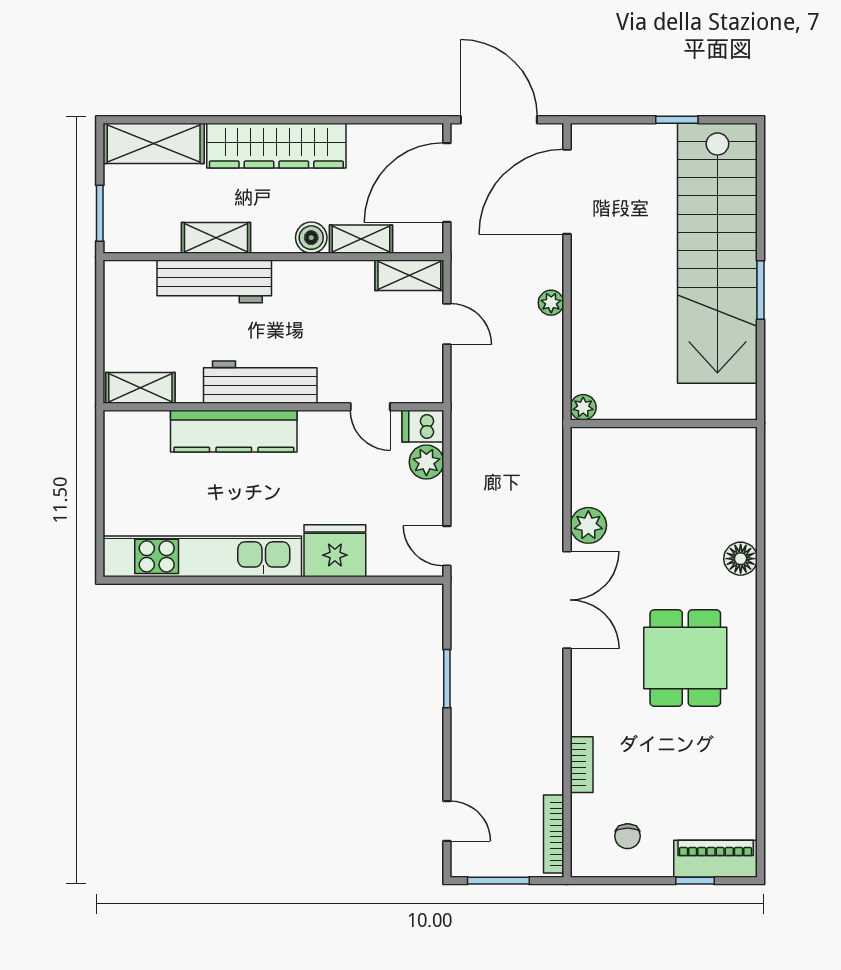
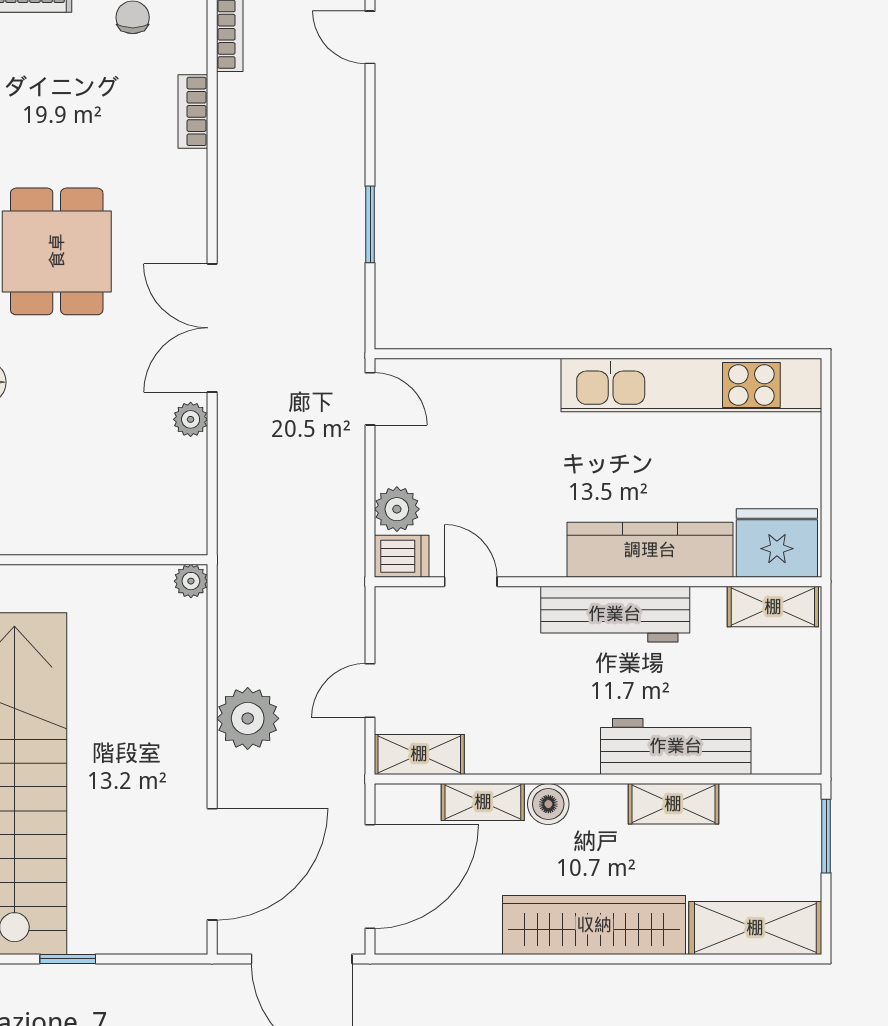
plant: (551, 303) -> (248, 718), width x1.88, depth x1.88
door: (447, 324) -> (370, 691), hinge flipped
plant: (588, 525) -> (191, 419), width x0.73, depth x0.73
fridge: (335, 551) -> (777, 543), moved, turned 180

